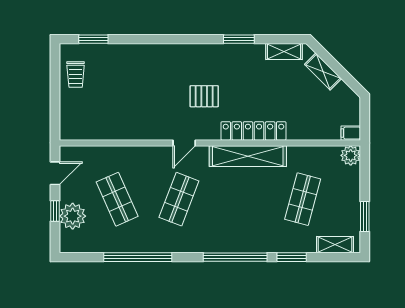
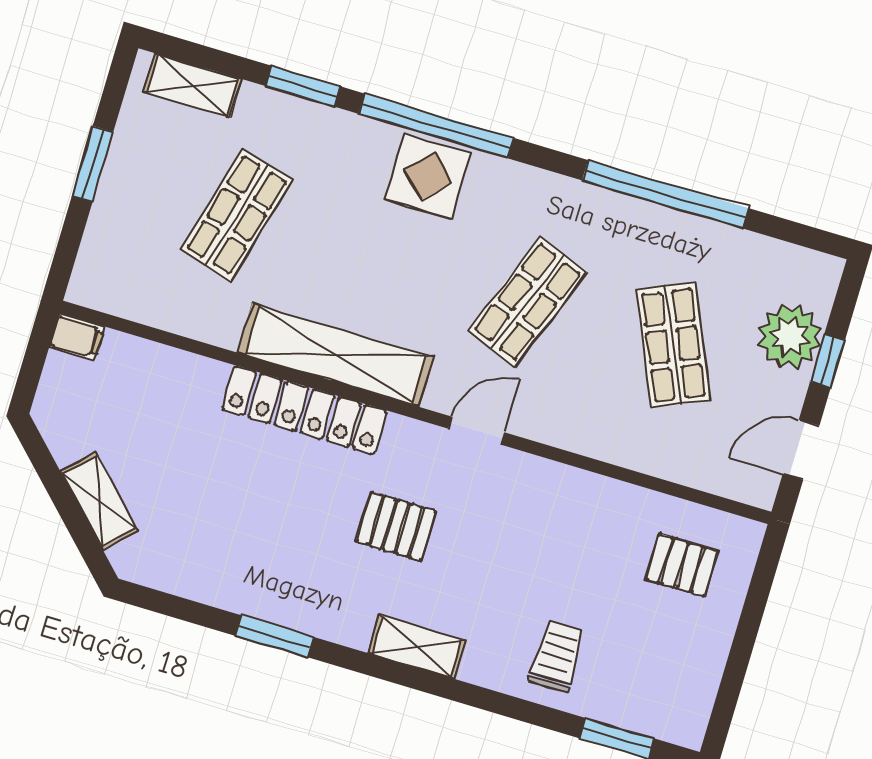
shelving: (284, 52) -> (417, 647), moved
trolley: (76, 75) -> (557, 657), moved
pallet: (88, 114) -> (682, 565), added
plant: (351, 155) -> (93, 284), removed
window: (365, 217) -> (93, 164), moved
display table: (232, 237) -> (428, 176), added

